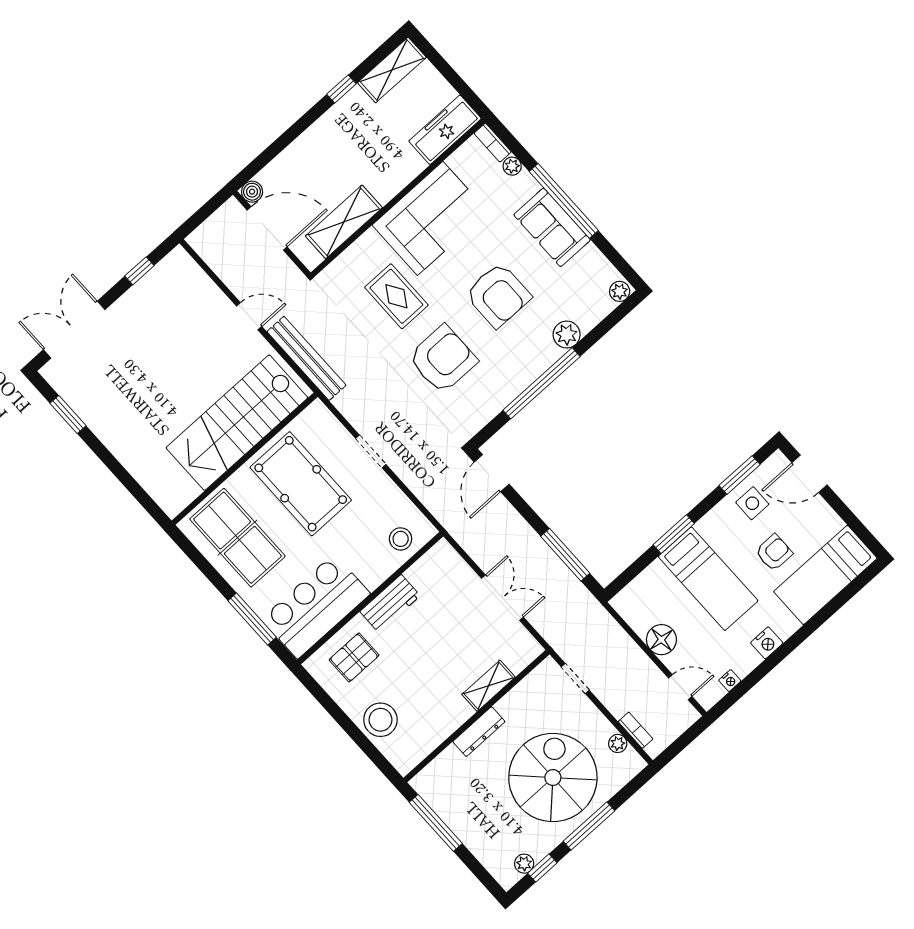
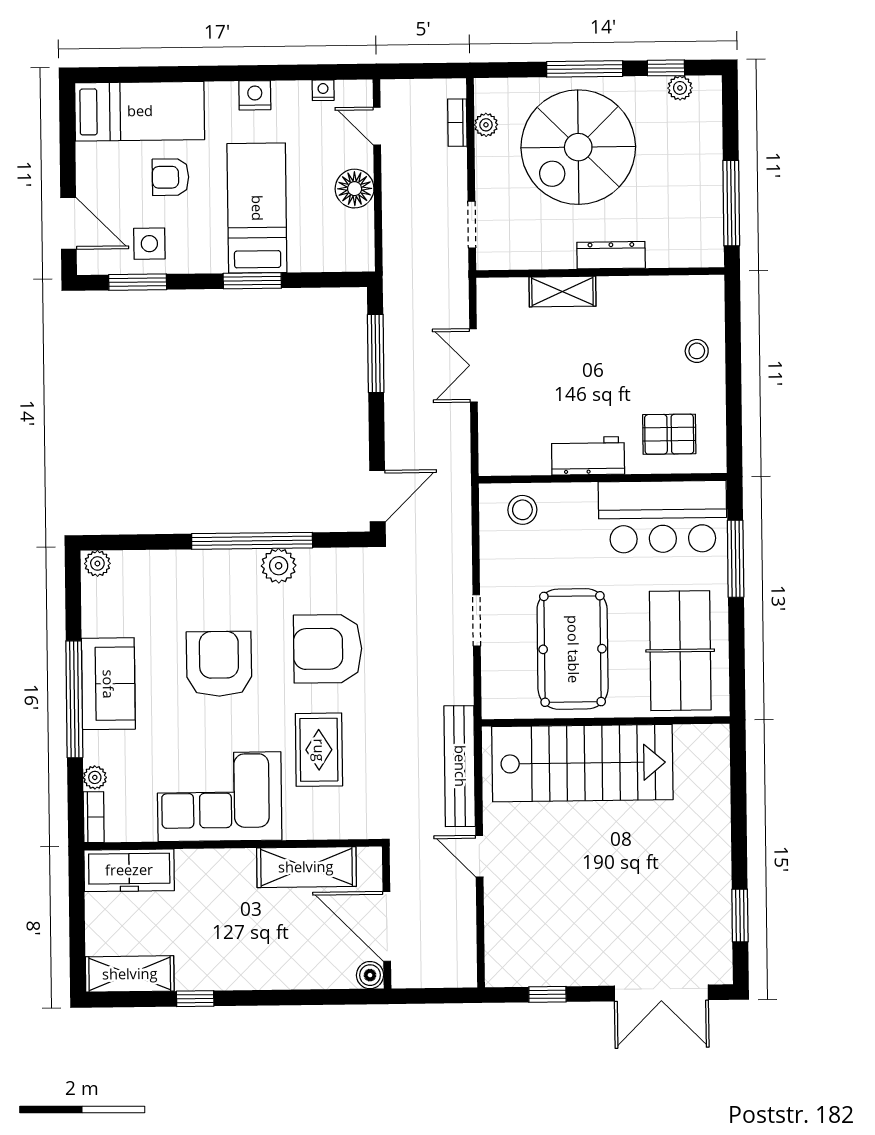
plant: (567, 335) -> (279, 566), moved
stool: (380, 720) -> (697, 351), width x0.53, depth x0.53

